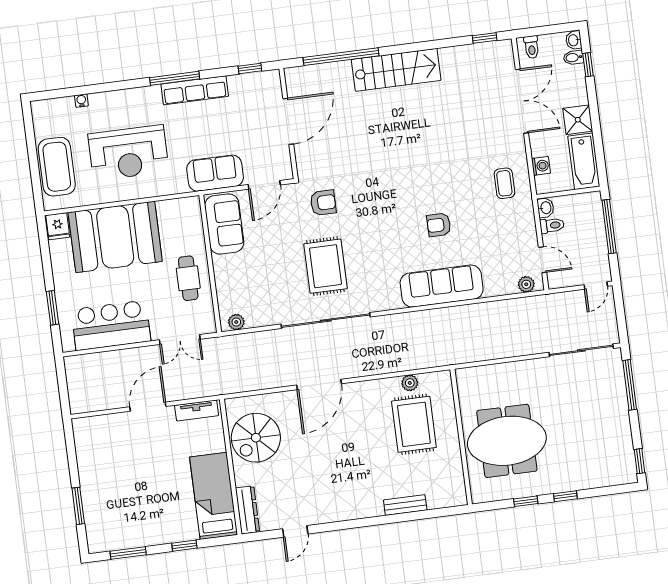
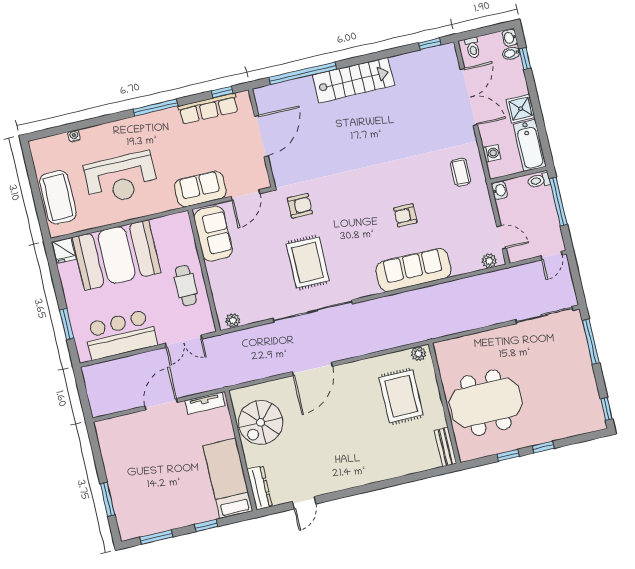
row of seats: (195, 90) -> (208, 109), moved
toilet: (552, 225) -> (539, 180), moved, turned 180
plant: (410, 383) -> (418, 354), moved
bench: (405, 505) -> (445, 447), moved, turned 90

